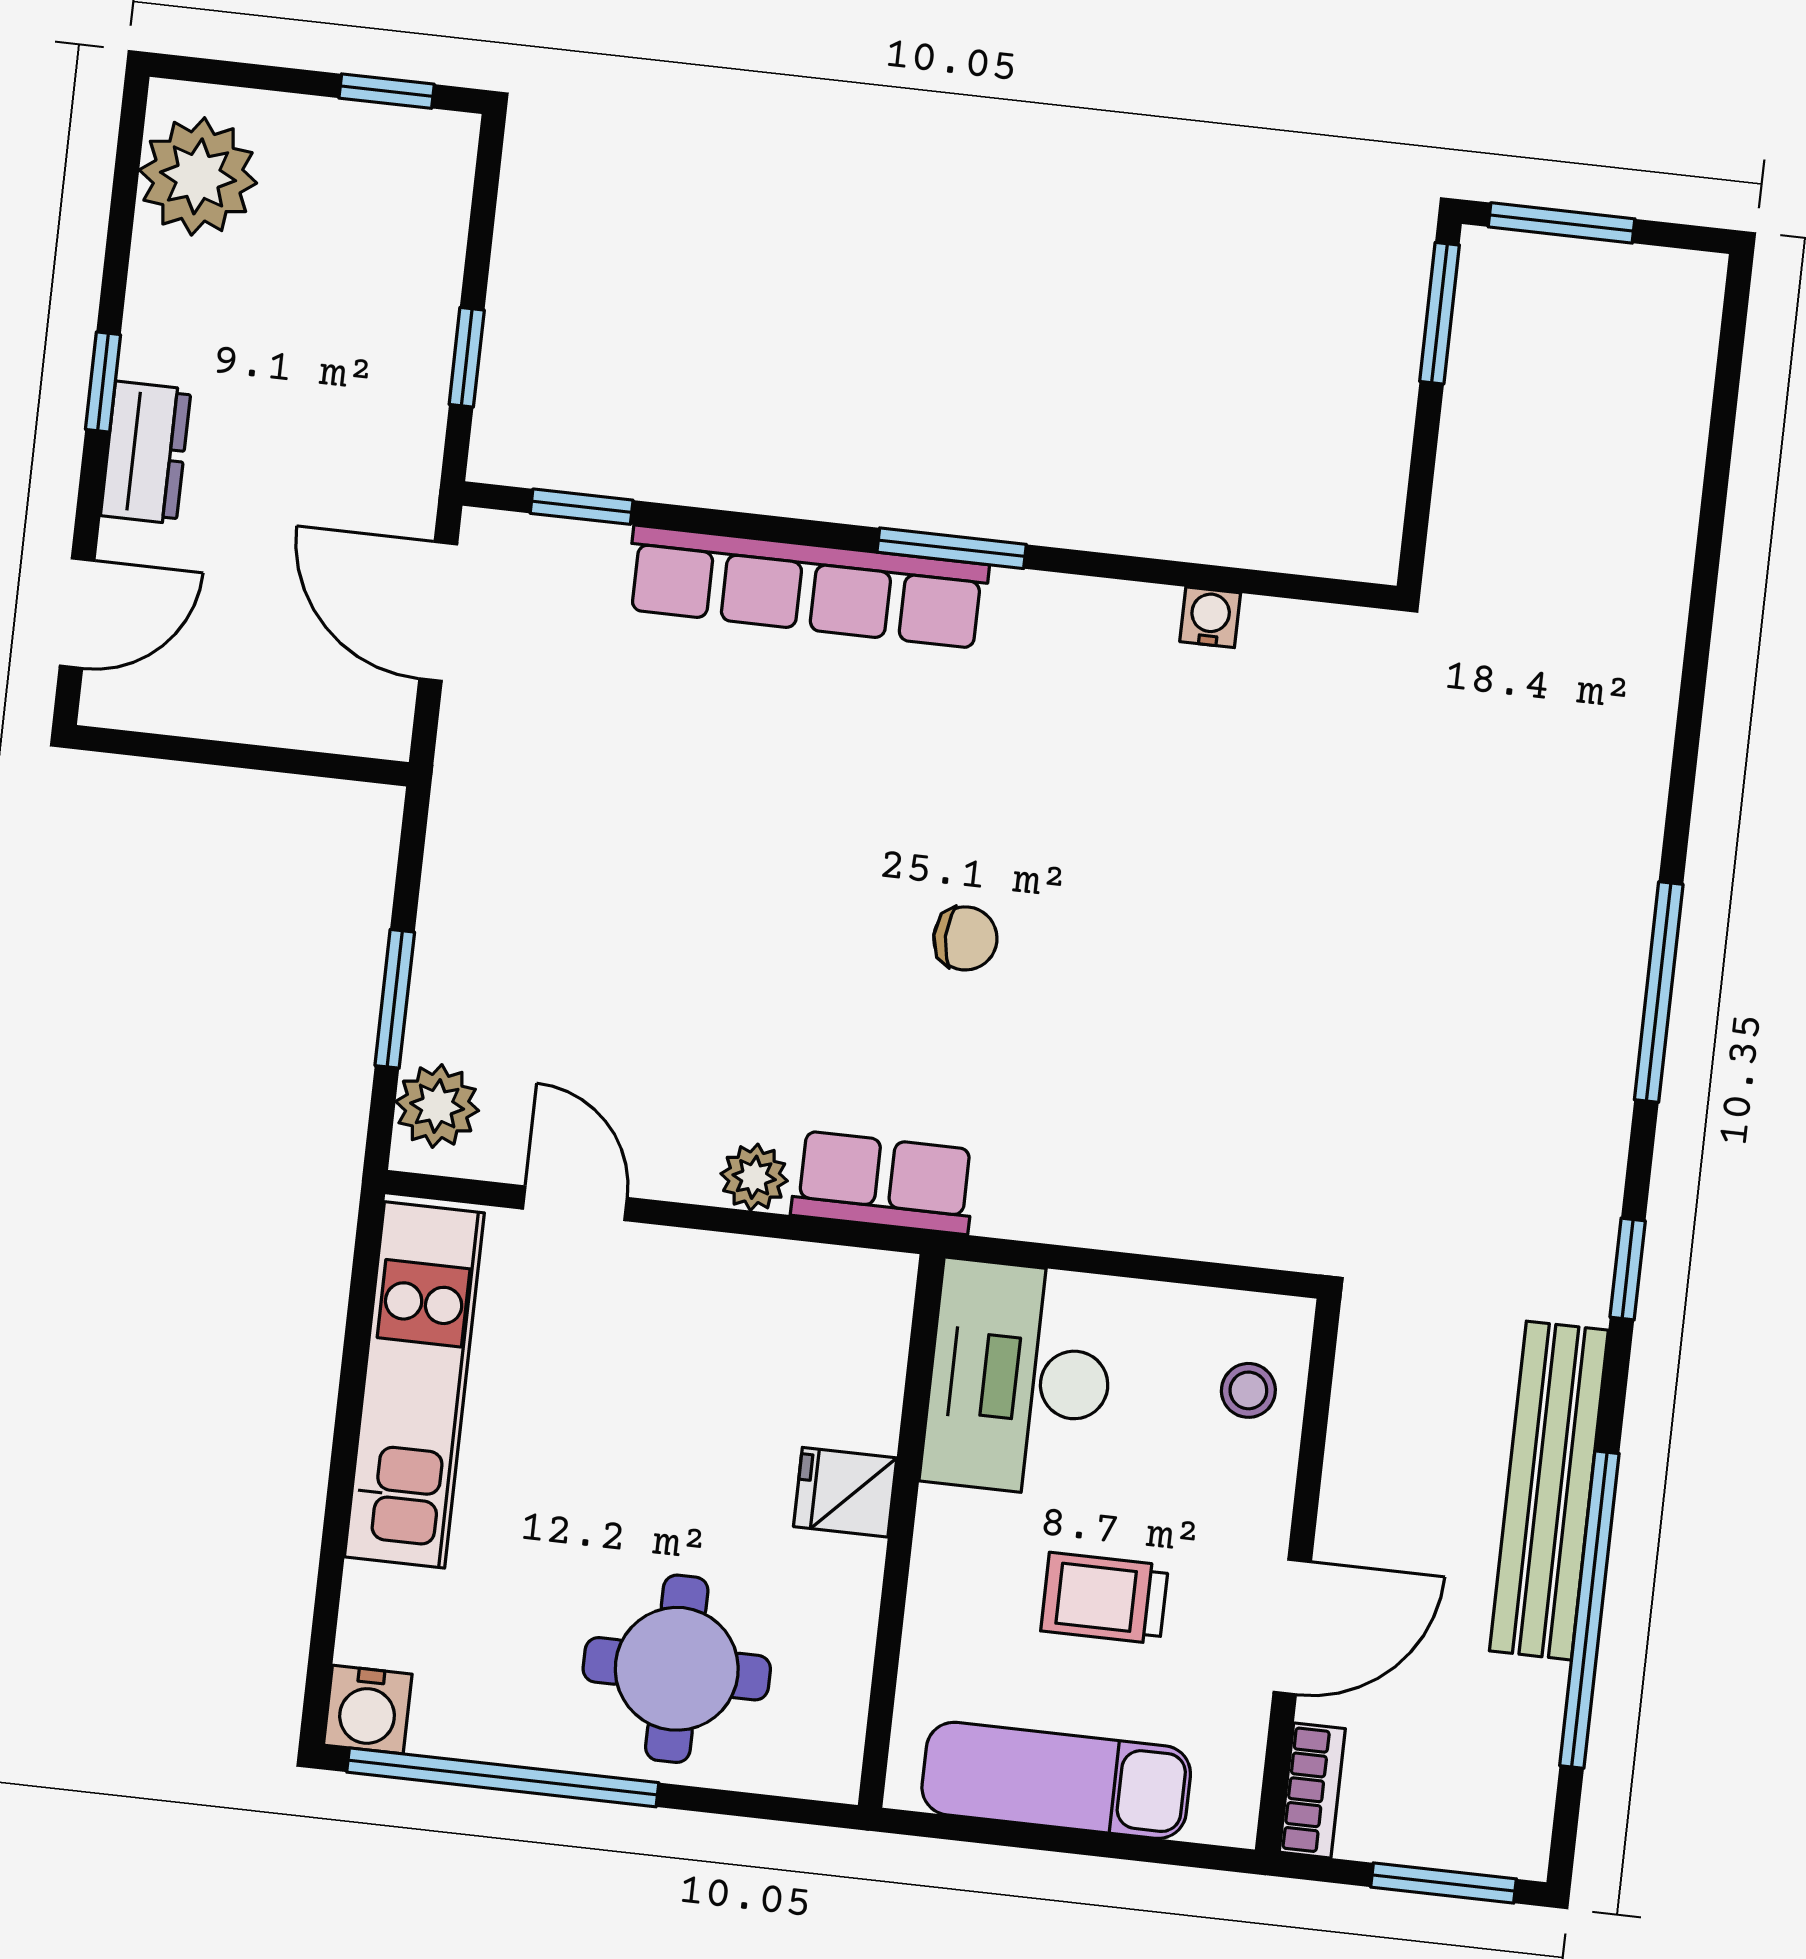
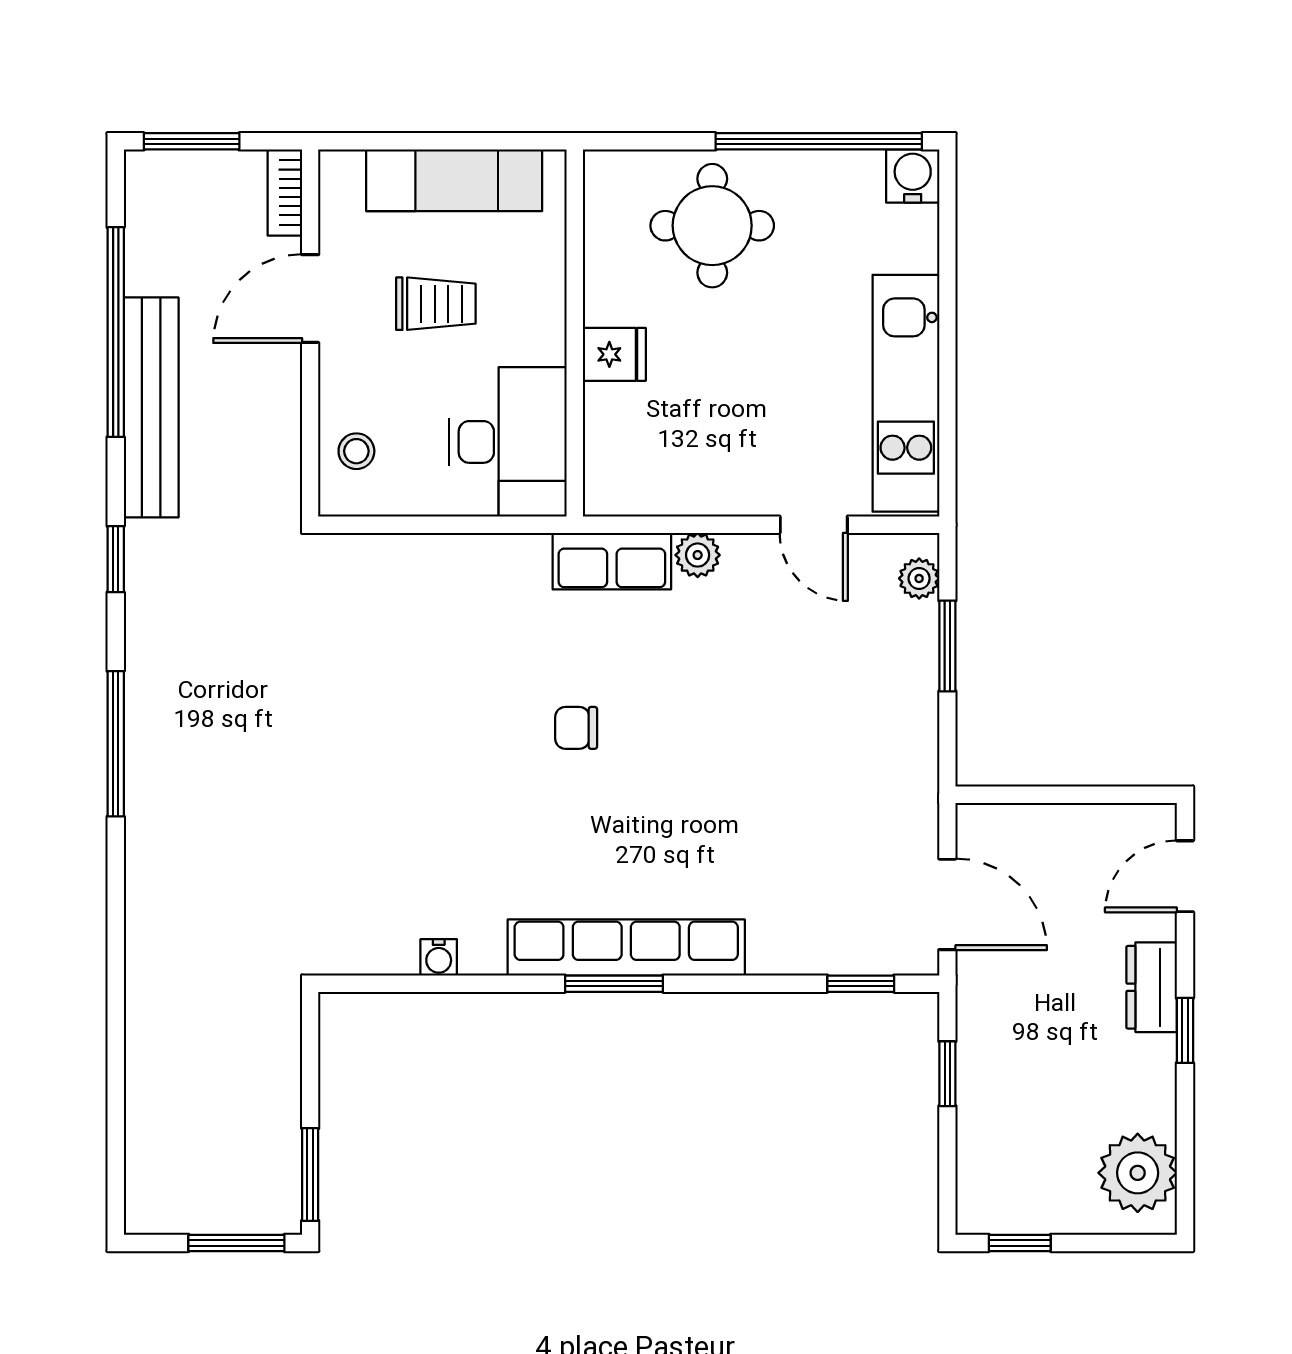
row of seats: (807, 587) -> (626, 948), moved
plant: (437, 1106) -> (919, 578), width x0.73, depth x0.73

